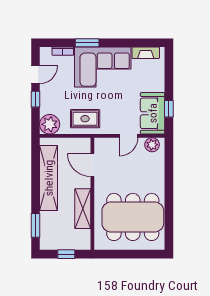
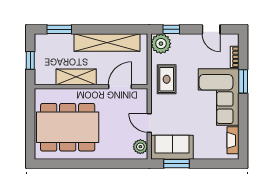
window: (36, 99) -> (171, 29), moved
window: (169, 109) -> (177, 164), width x1.50
dining table: (133, 217) -> (68, 127), turned 90

